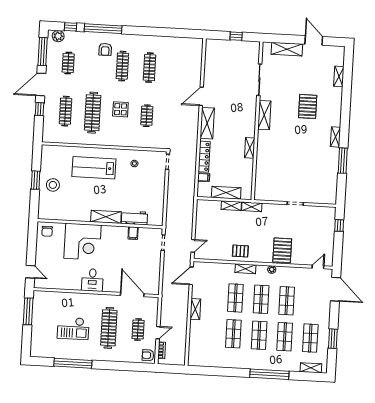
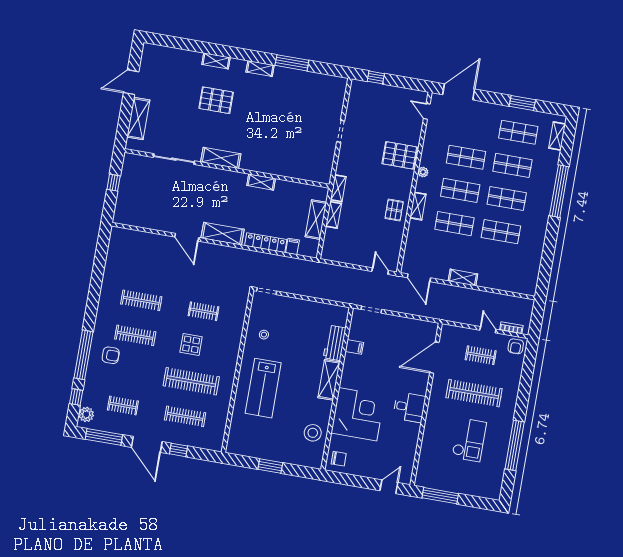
shelving: (339, 76) -> (216, 61), moved
stool: (53, 185) -> (313, 433), moved

